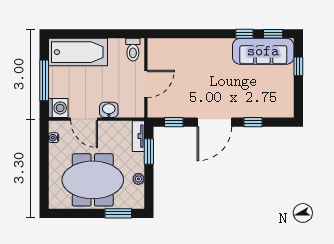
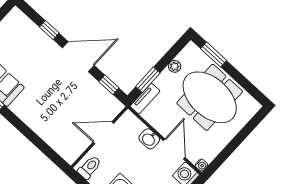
water cooler: (54, 138) -> (201, 165), moved

